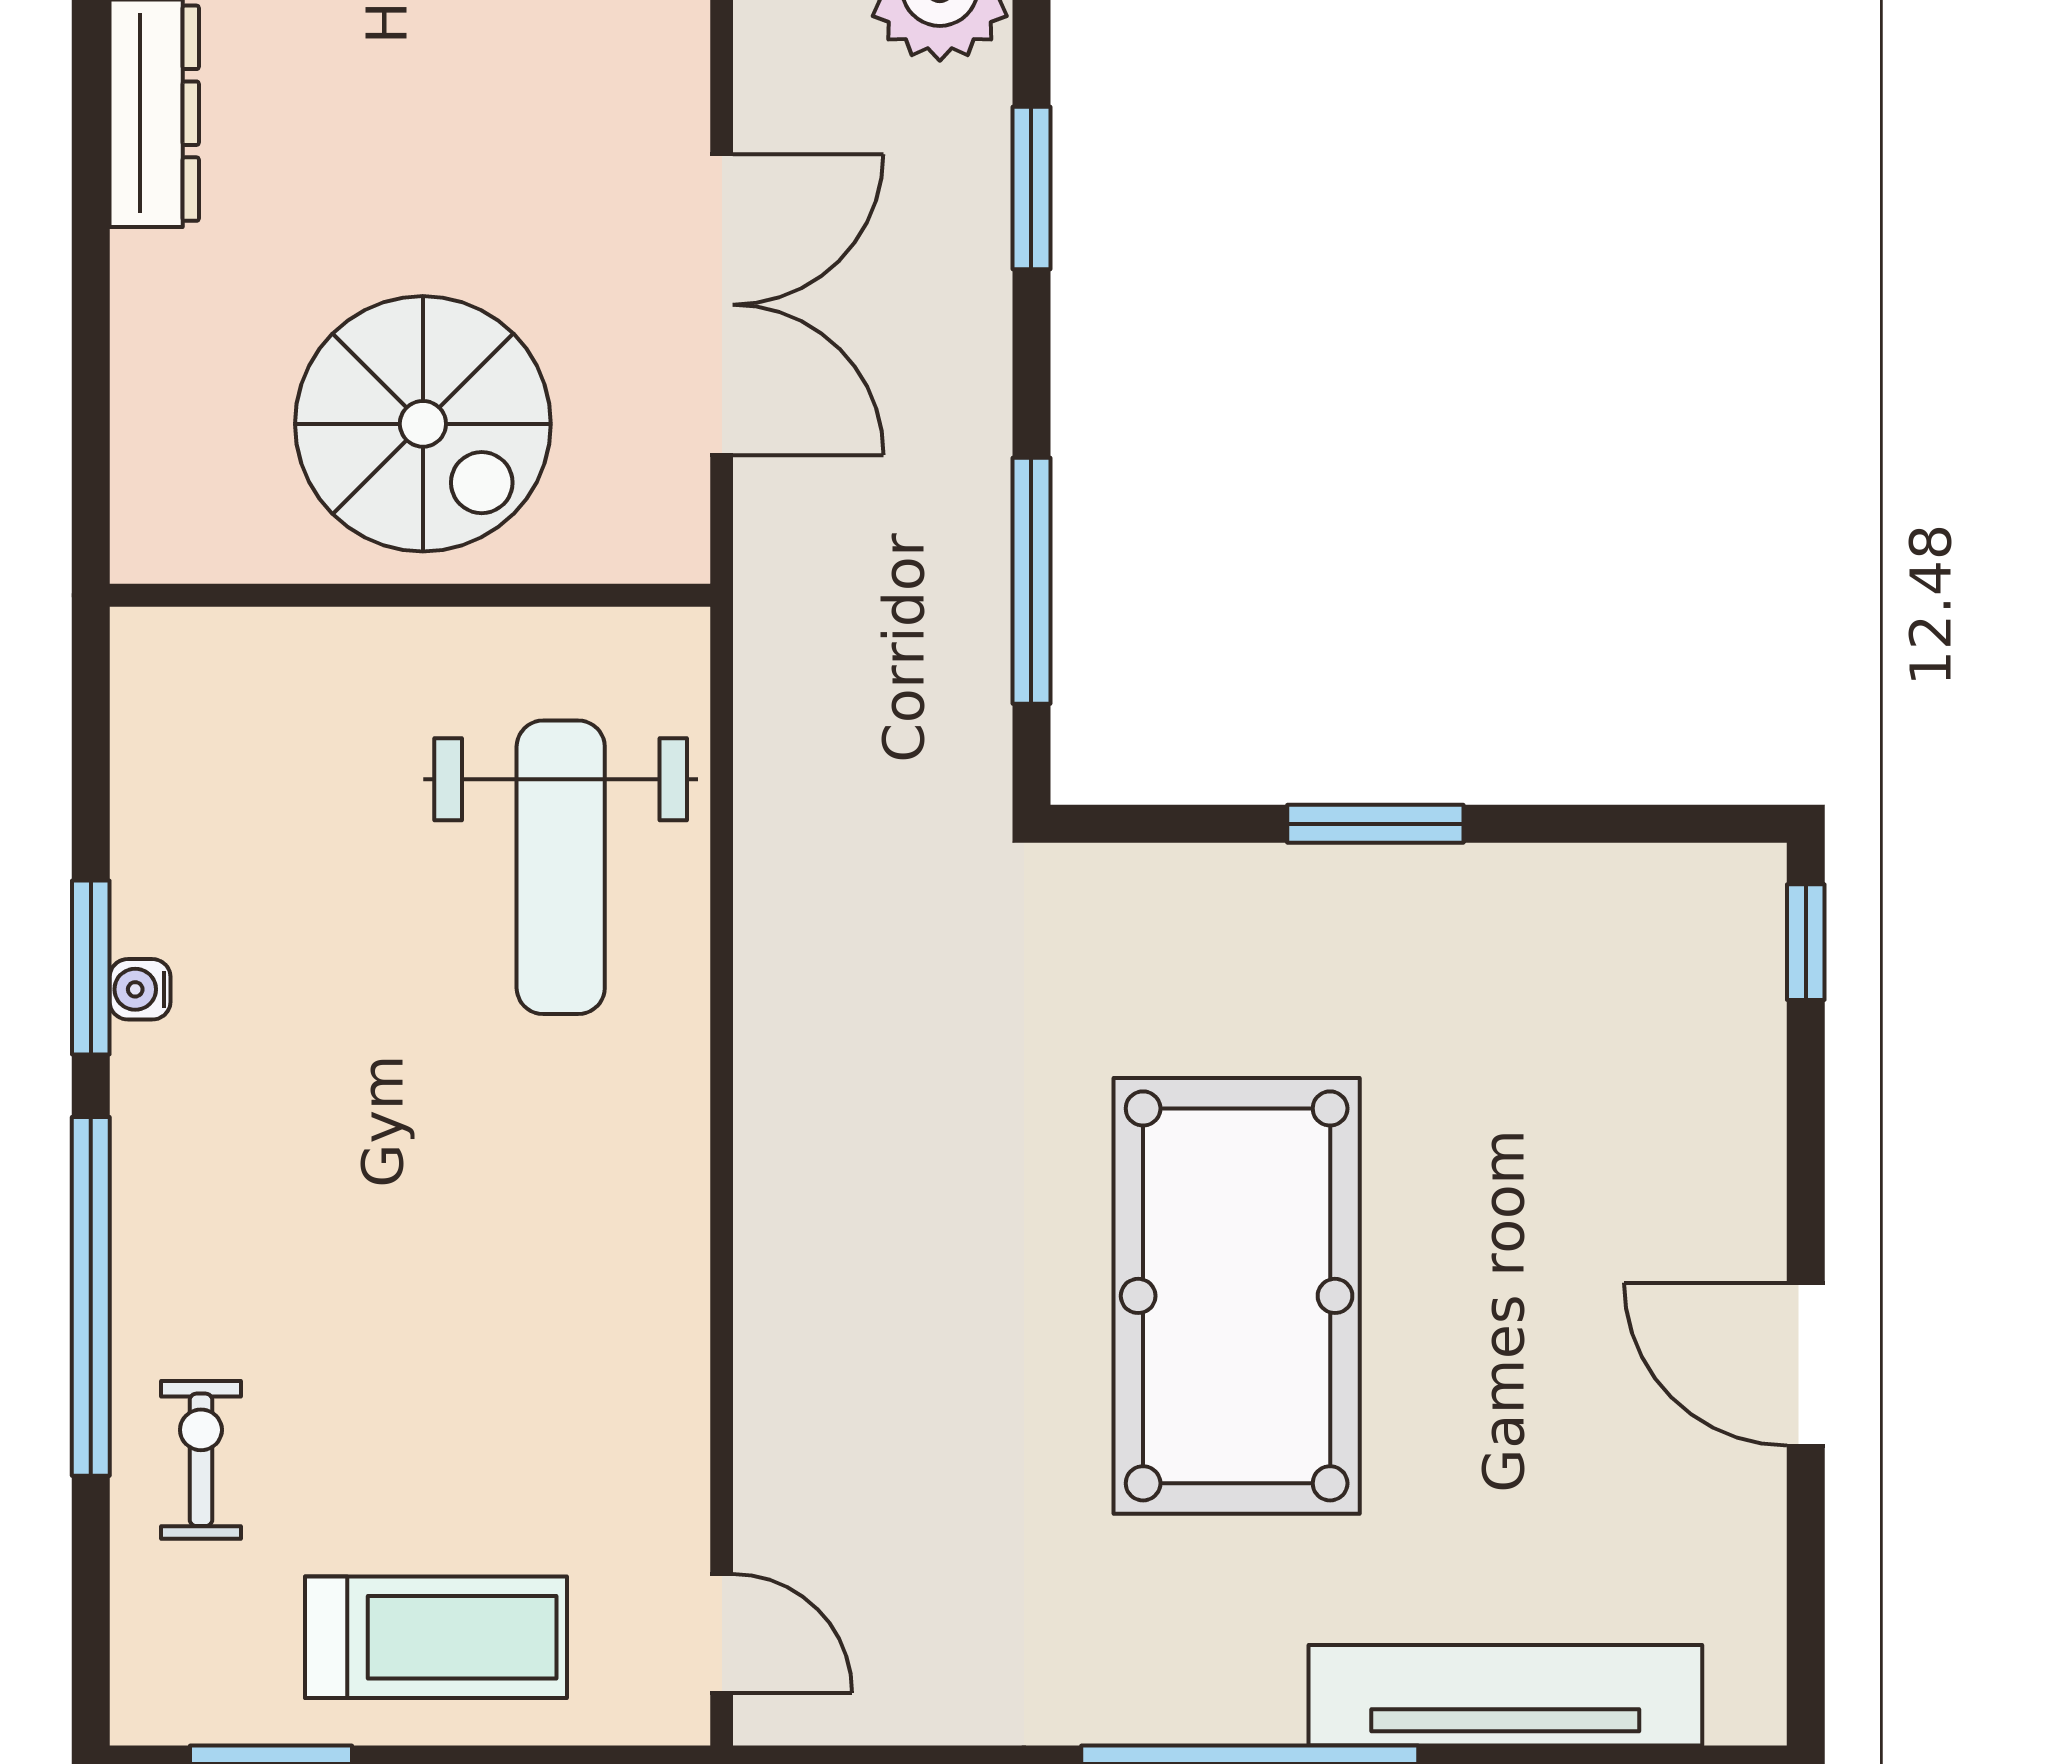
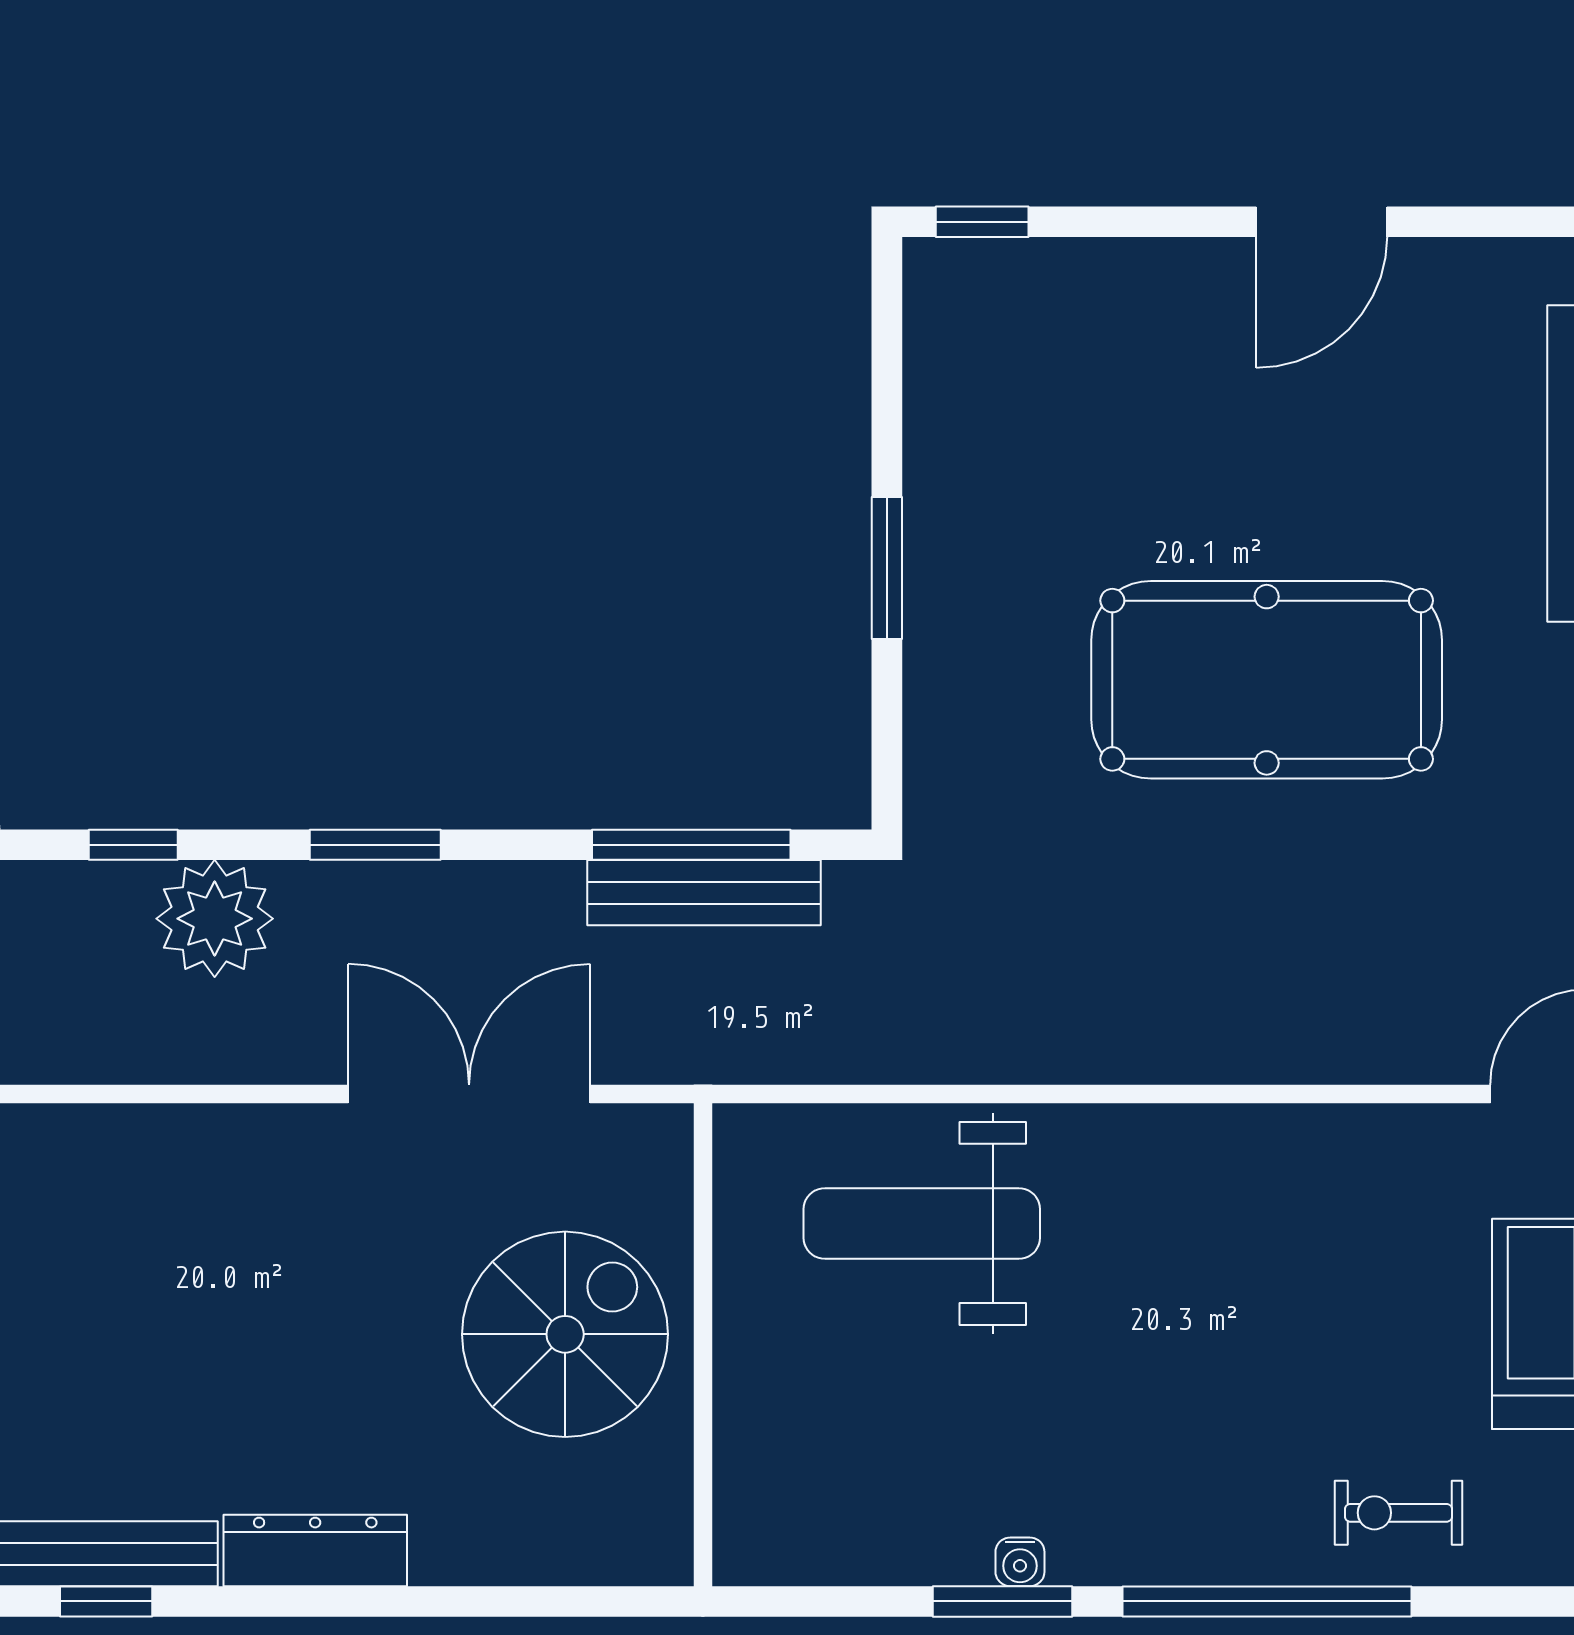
bench: (972, 596) -> (704, 893), added
weight bench: (561, 867) -> (922, 1223), turned 180

